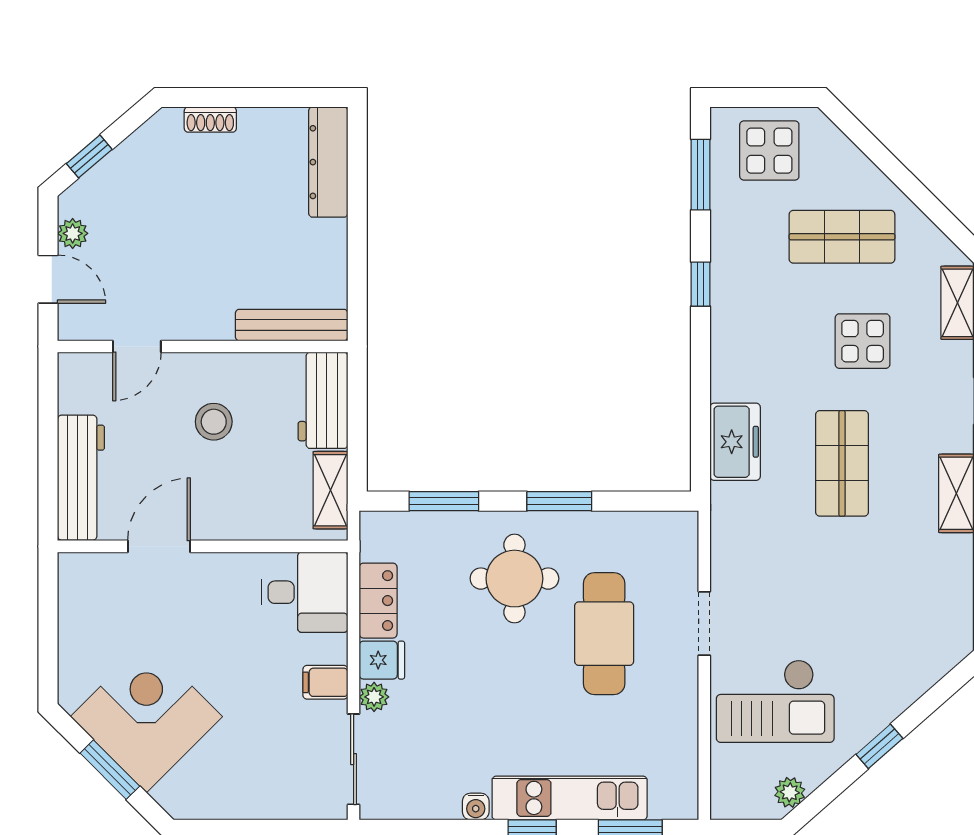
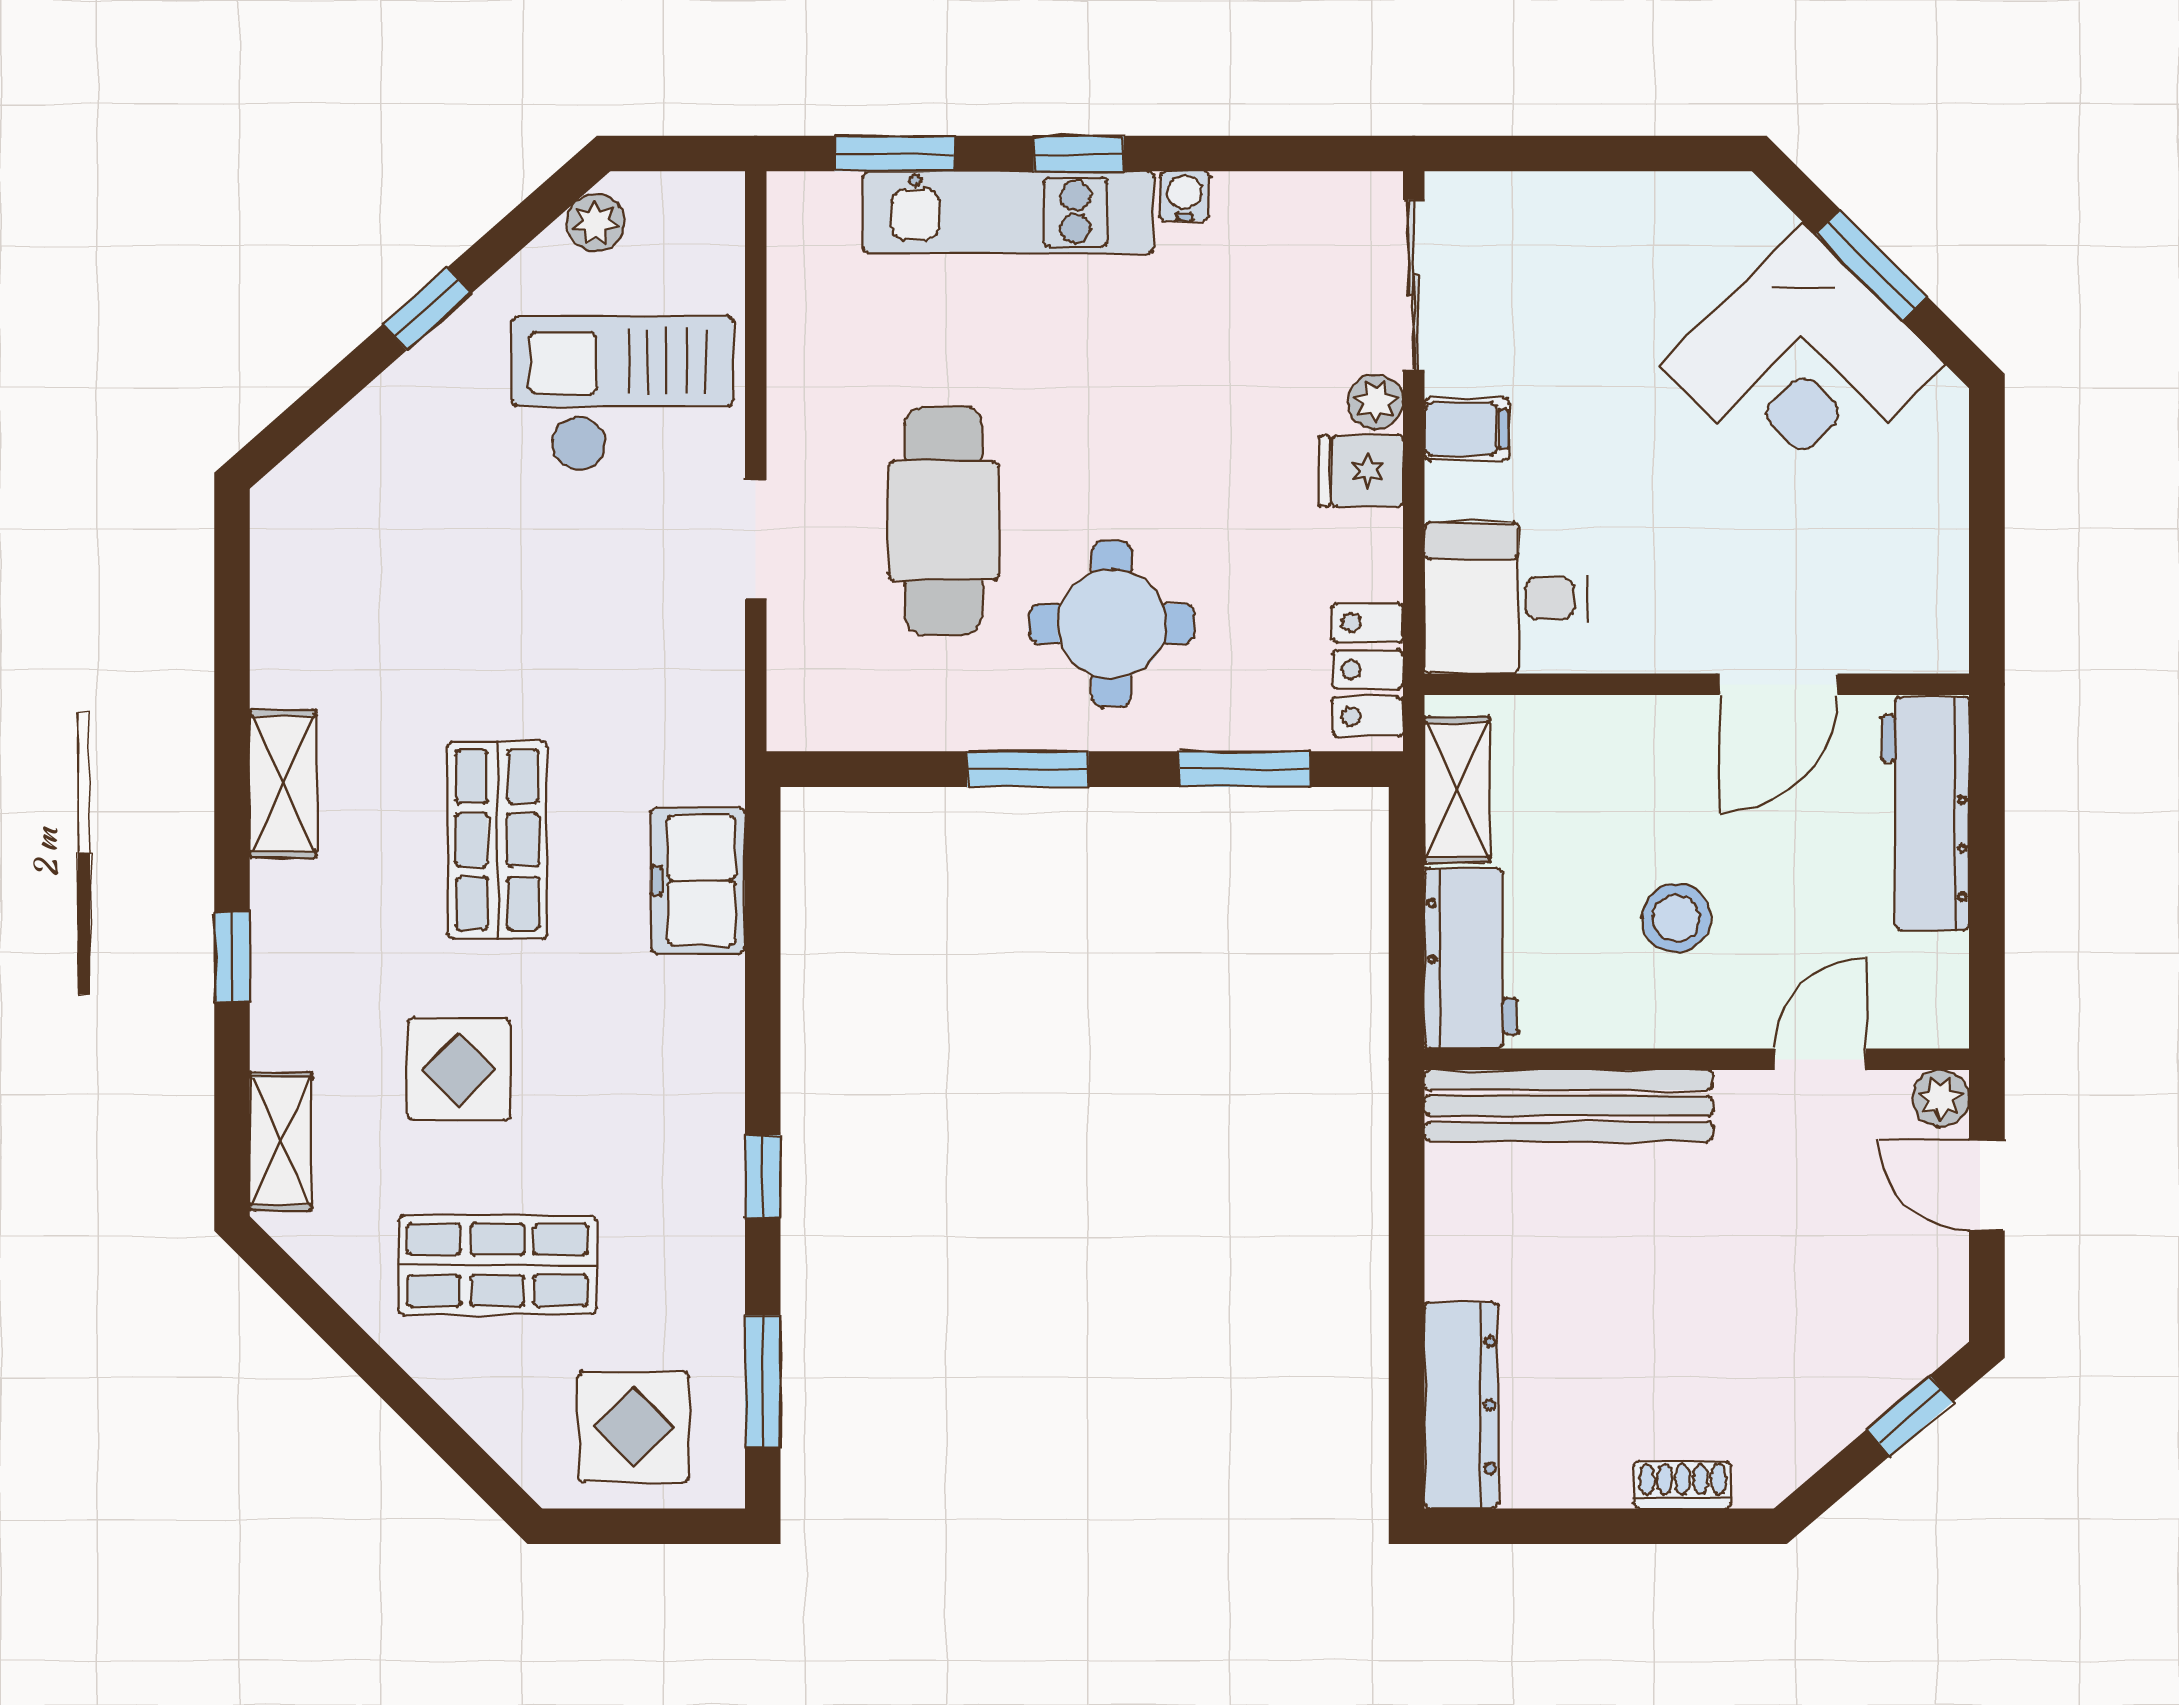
plant: (73, 233) -> (1941, 1098), moved
bench: (292, 325) -> (1569, 1106), width x1.37, depth x1.21
locker: (378, 601) -> (1368, 670), moved

